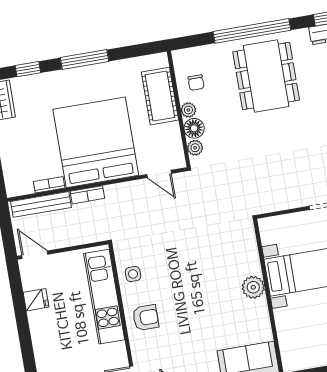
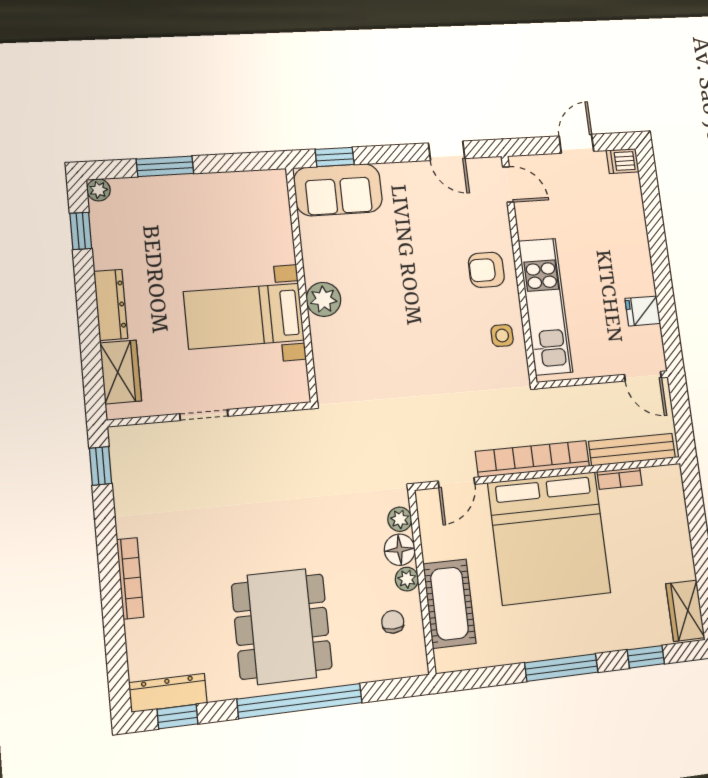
door: (159, 174) -> (457, 483), swing flipped
bookcase: (87, 195) -> (533, 459), width x2.31, depth x1.31

